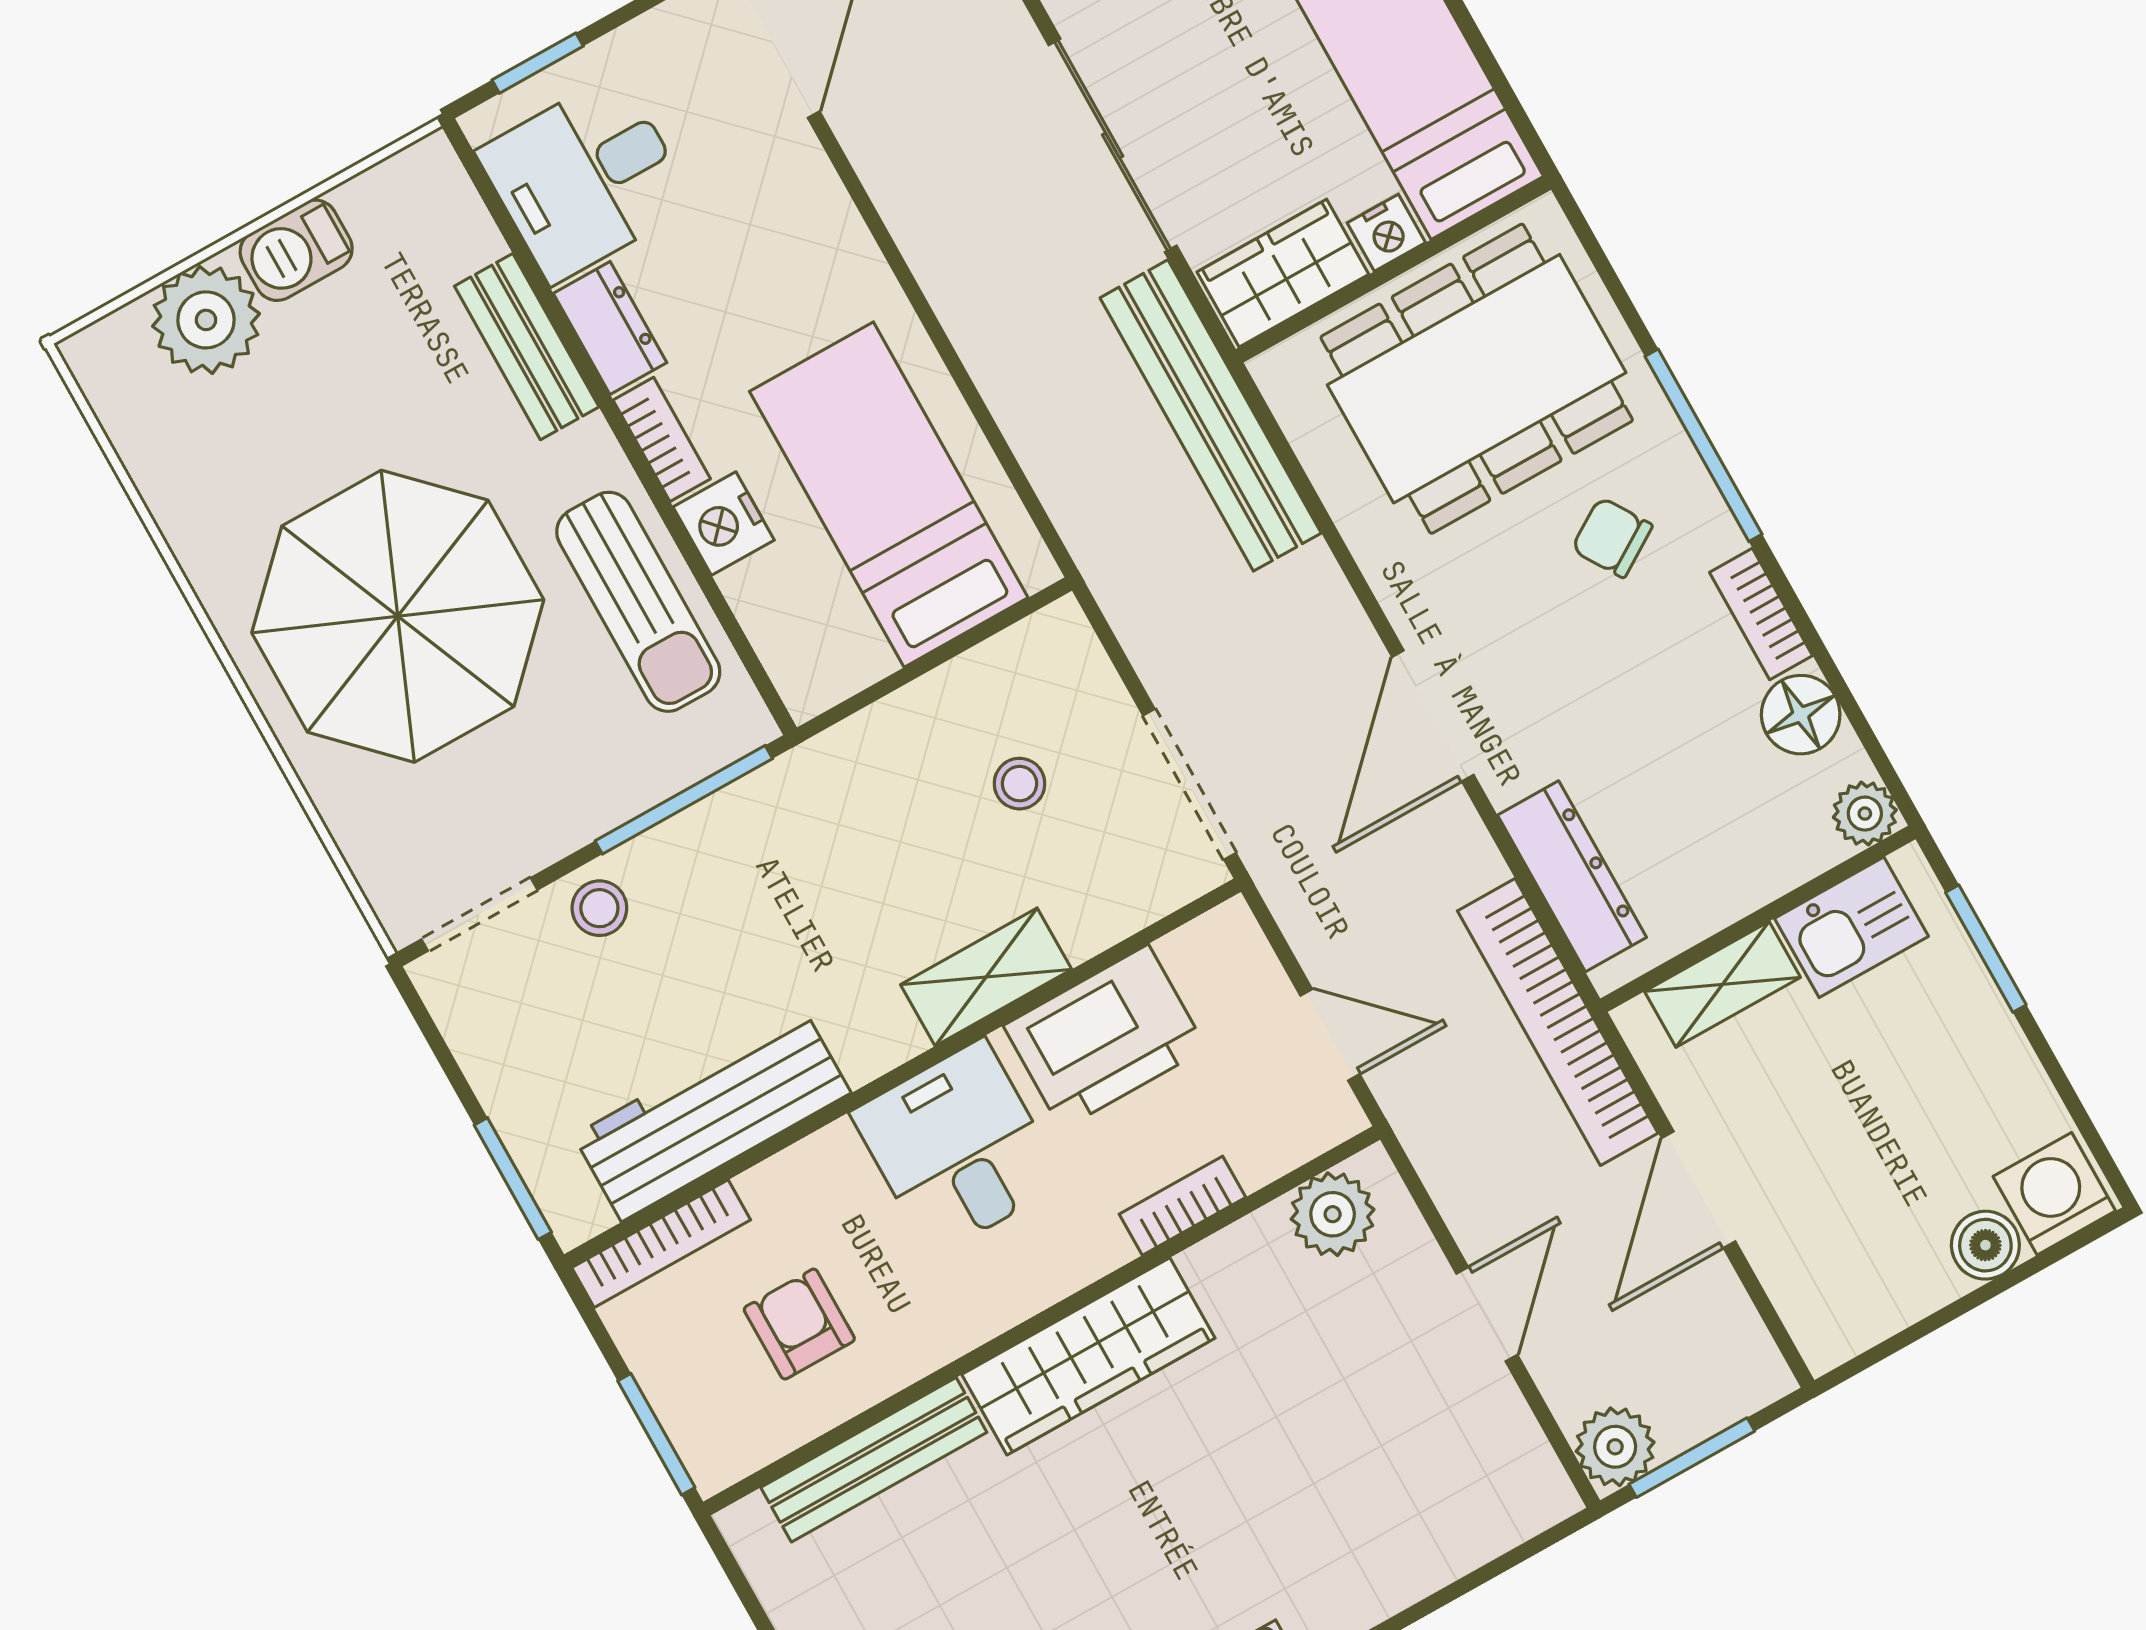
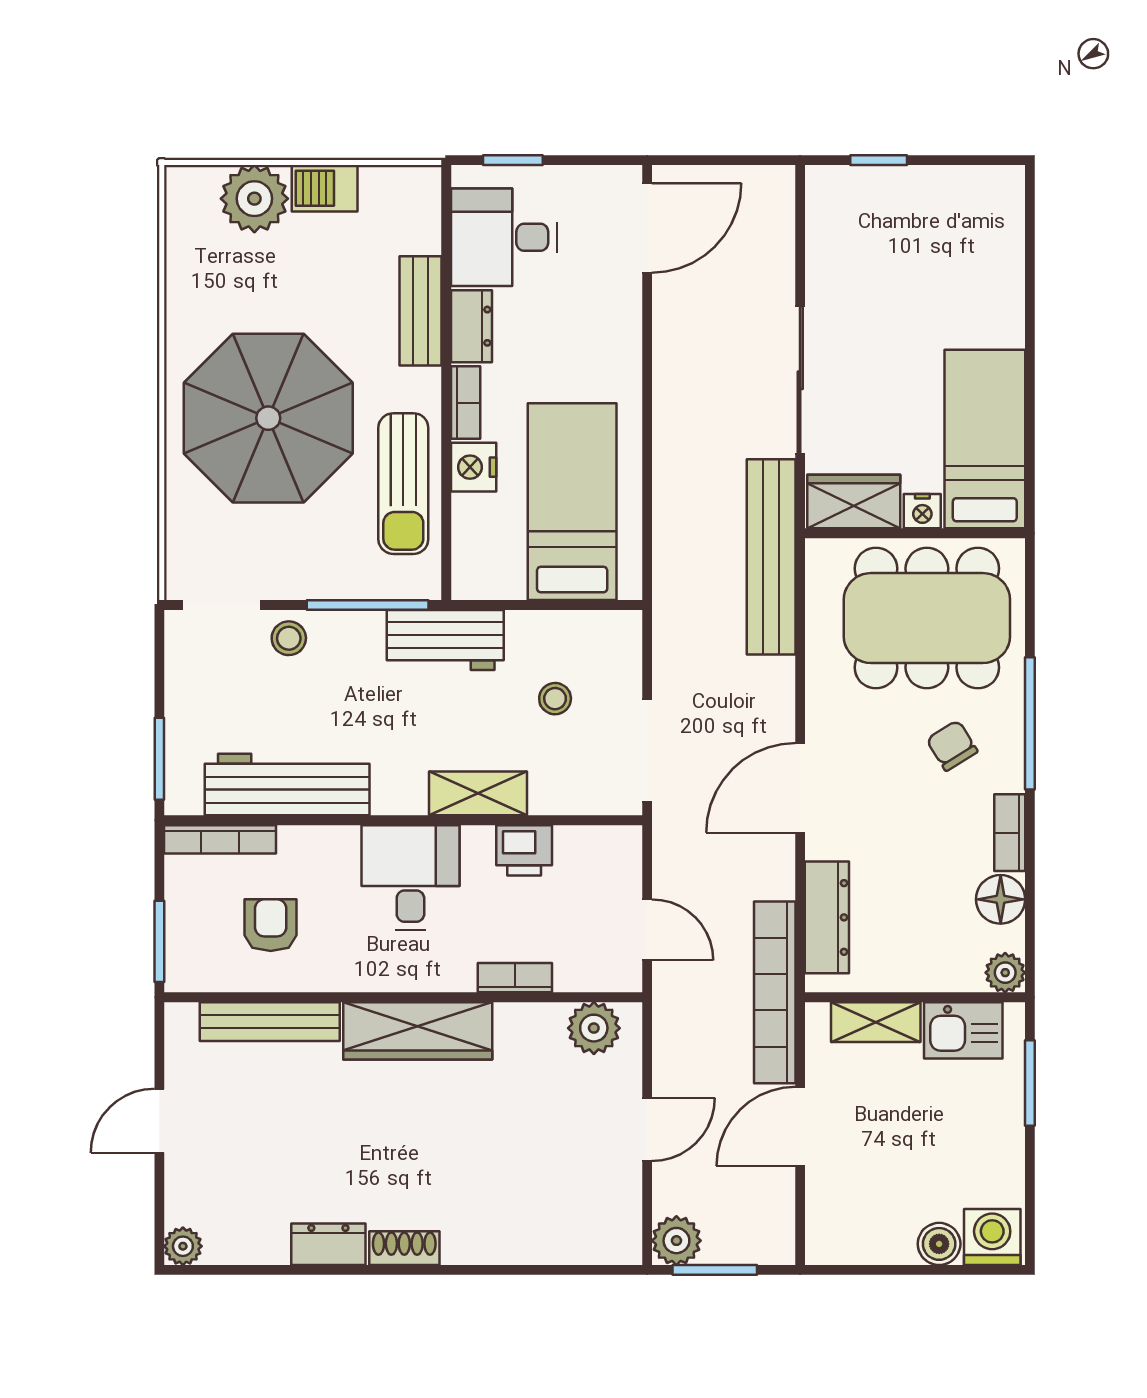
workbench: (820, 788) -> (445, 640), added
printer: (1105, 1037) -> (524, 850), width x0.53, depth x0.68

